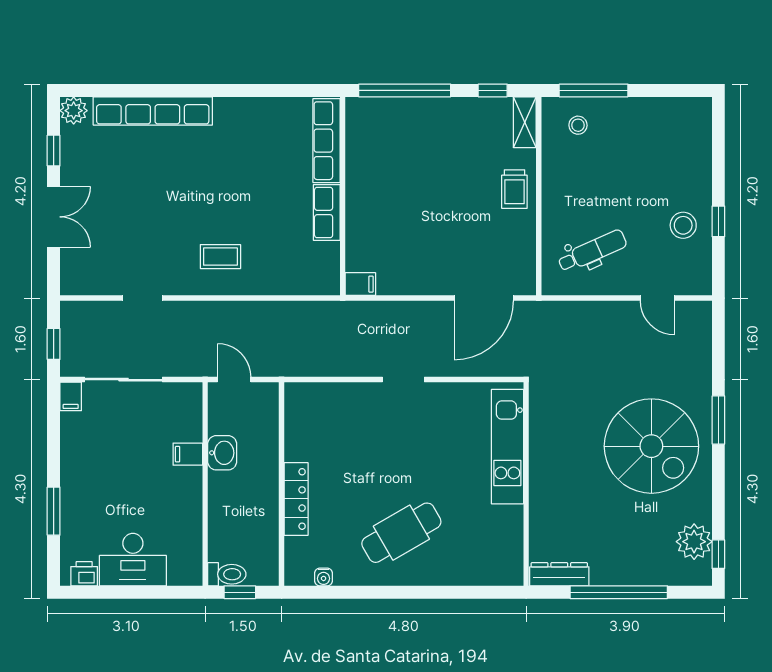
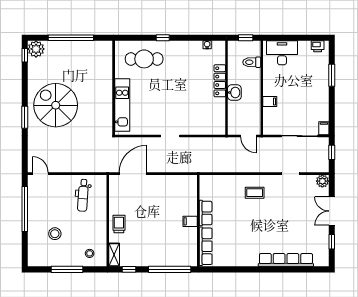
window: (594, 90) -> (67, 269), moved
plant: (74, 111) -> (322, 181), moved
window: (718, 221) -> (25, 209), width x3.17
stool: (683, 225) -> (55, 234), moved
dental chair: (592, 251) -> (83, 195), turned -62
filing cabinet: (360, 284) -> (190, 221), moved
door: (657, 298) -> (40, 174), moved
washbasin: (222, 453) -> (234, 93), moved, turned 180
cafe table: (401, 533) -> (144, 59), moved, turned 30
plant: (694, 542) -> (36, 49), moved
desk: (133, 560) -> (282, 53), moved
toilet: (227, 574) -> (252, 62), moved
dresser: (559, 574) -> (98, 46), removed
window: (420, 592) -> (163, 38), added

